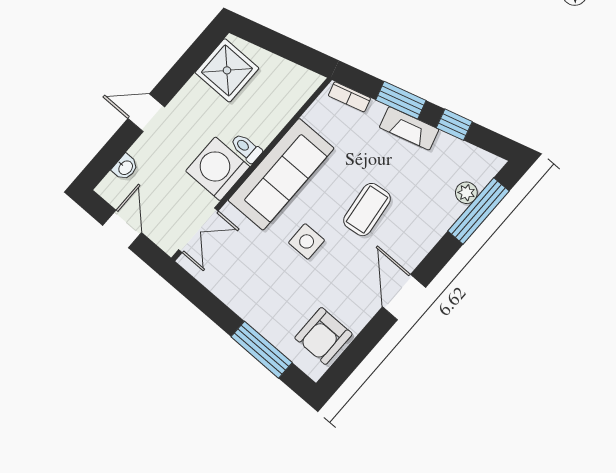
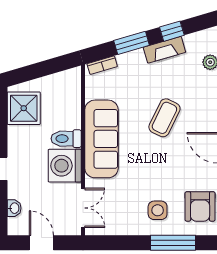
fireplace: (409, 128) -> (164, 50), moved
toilet: (246, 148) -> (66, 139), width x1.37, depth x1.39
coffee table: (367, 210) -> (164, 118), turned 33
side table: (307, 241) -> (158, 210), moved

